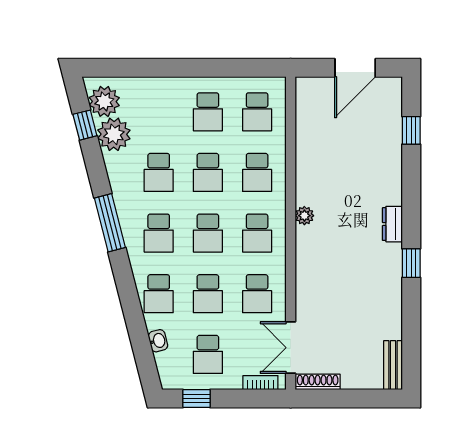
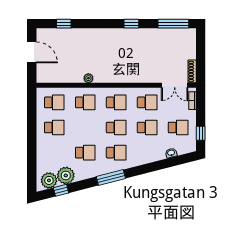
school desk: (208, 172) -> (85, 127), removed
plant: (304, 216) -> (88, 78), moved
dresser: (392, 224) -> (112, 33), removed
school desk: (159, 294) -> (147, 153), removed
window: (411, 345) -> (173, 24), added
bench: (393, 365) -> (184, 33), removed

